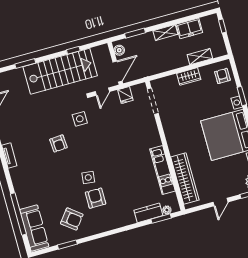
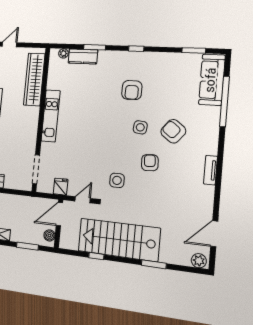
kitchen unit: (163, 170) -> (51, 116), moved
side table: (88, 177) -> (140, 127), moved
armchair: (72, 219) -> (173, 131), moved
window: (161, 219) -> (95, 47), moved
window: (105, 234) -> (136, 49), added
window: (67, 245) -> (194, 50), moved

